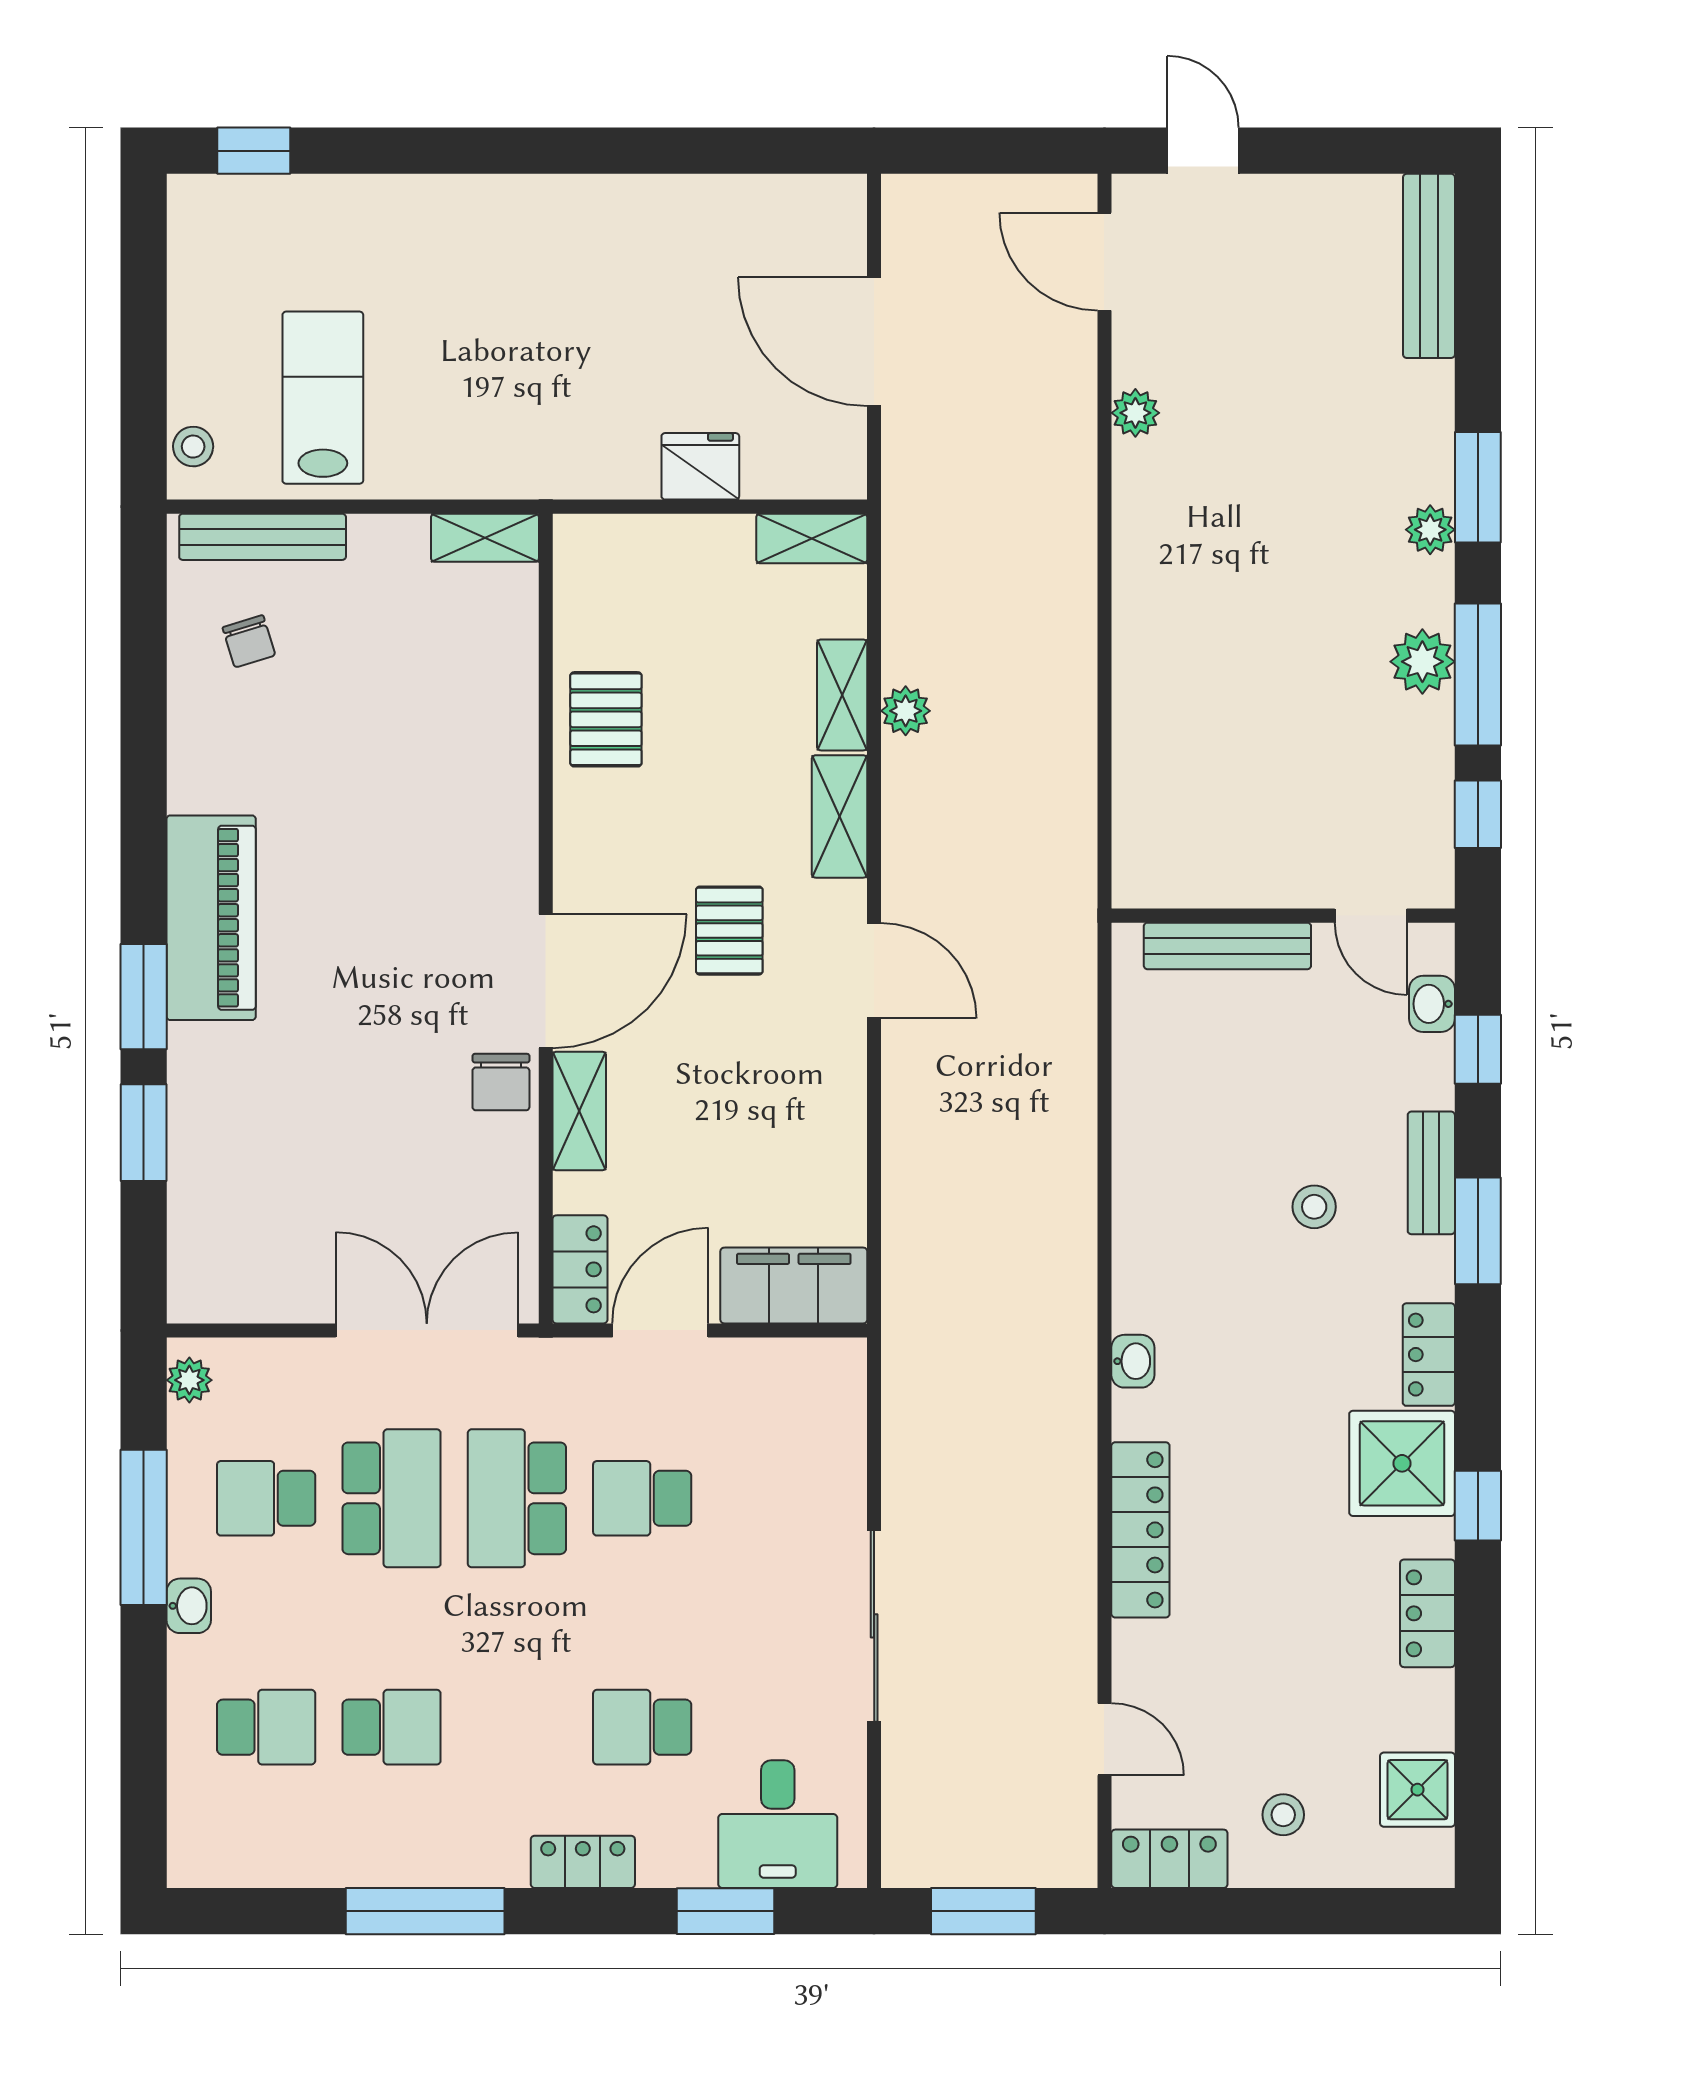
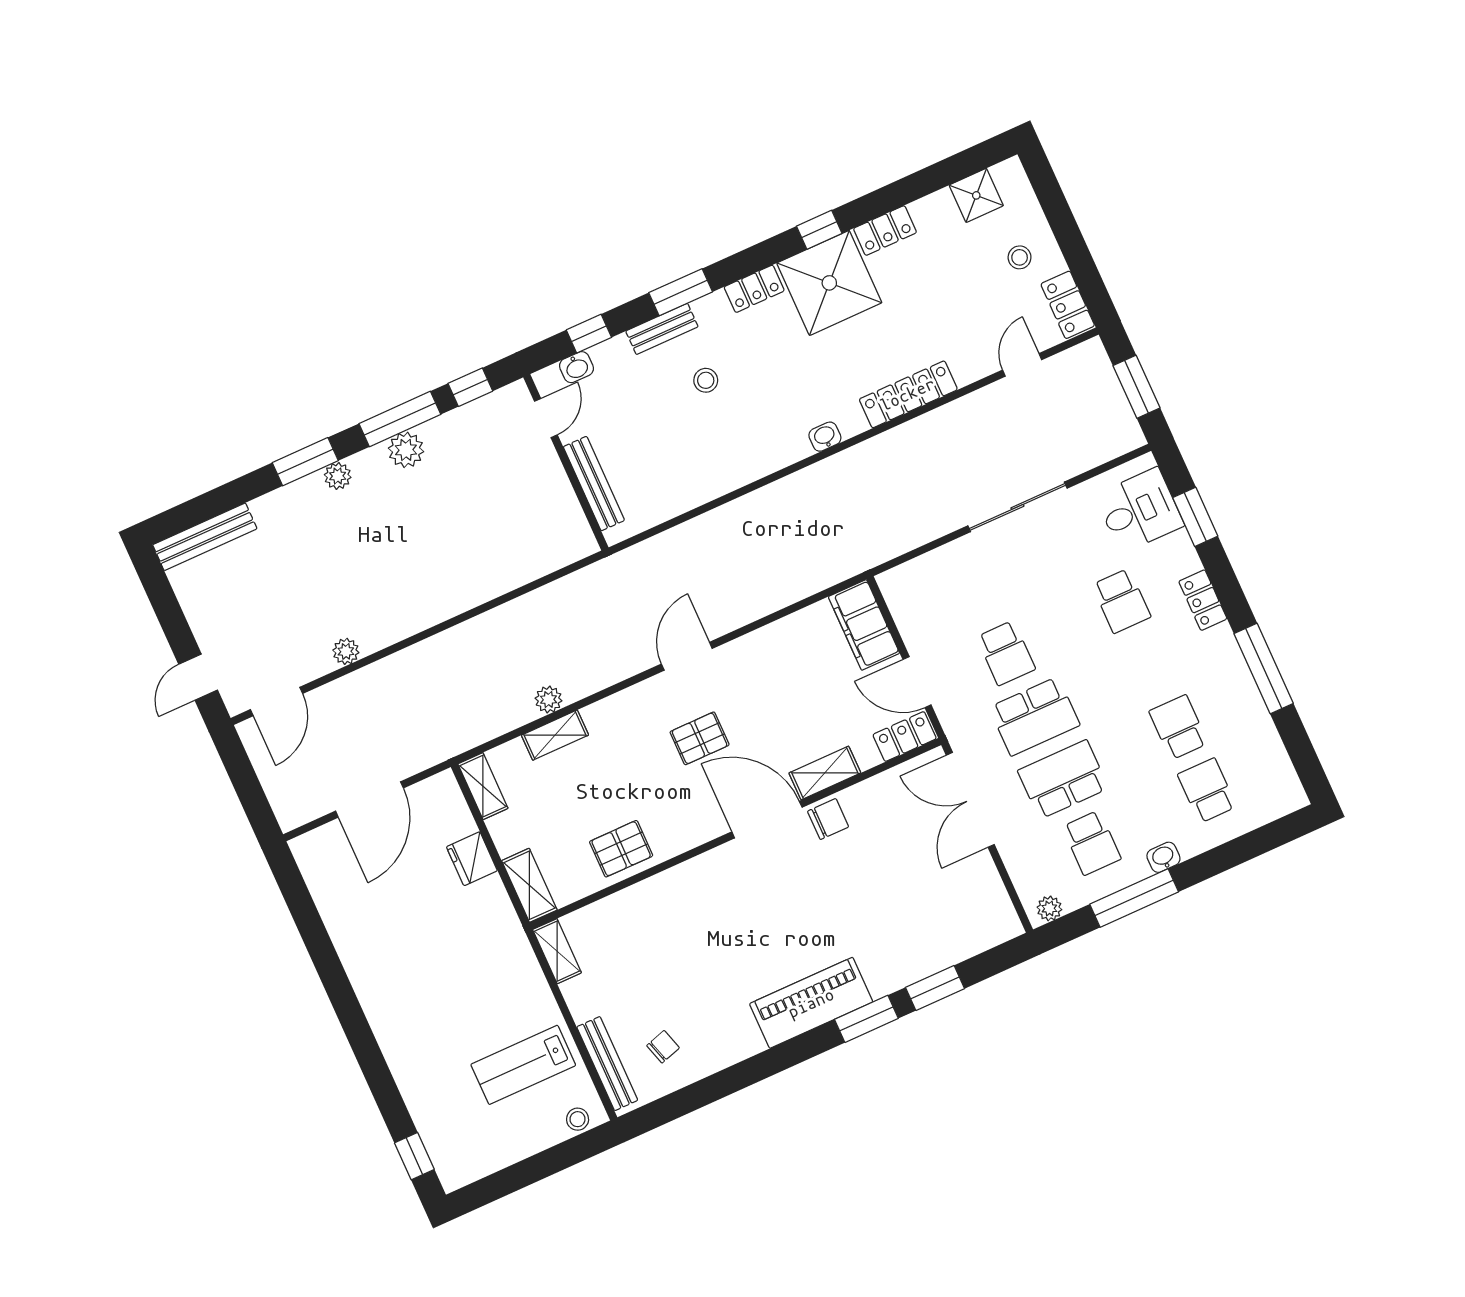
shelving: (840, 816) -> (529, 885), moved, turned 90
shower: (1402, 1463) -> (829, 283), width x1.37, depth x1.37

